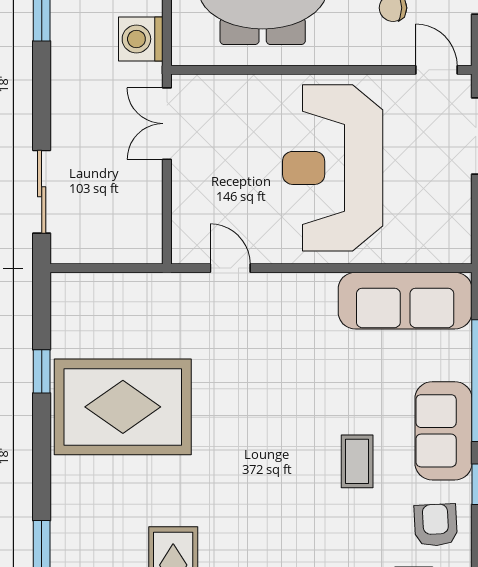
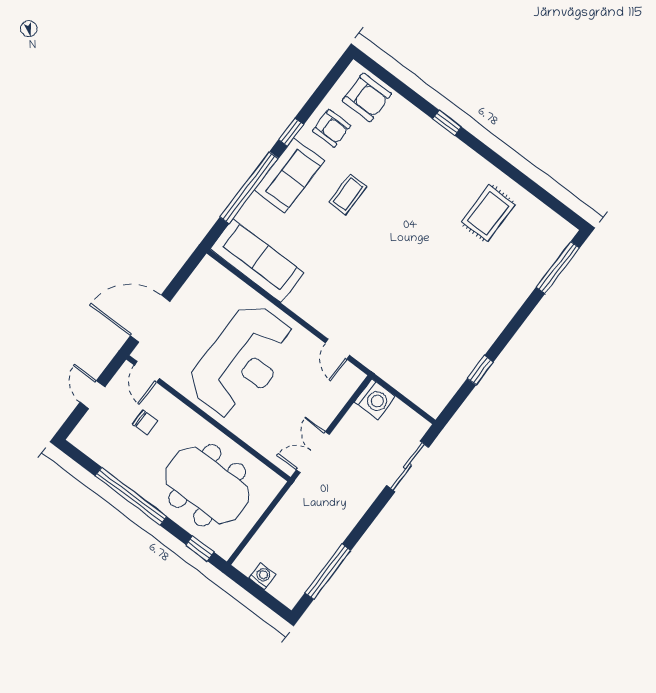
washing machine: (141, 39) -> (375, 399), moved
double door: (167, 124) -> (313, 452), swing flipped
rug: (123, 407) -> (451, 318), removed
armchair: (436, 525) -> (332, 128), turned -87

